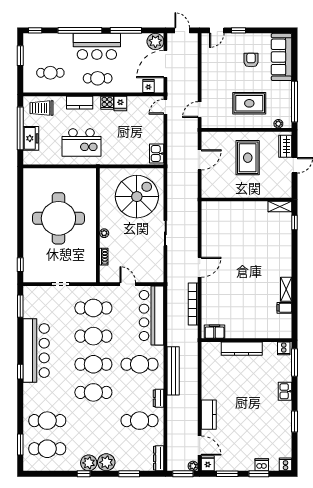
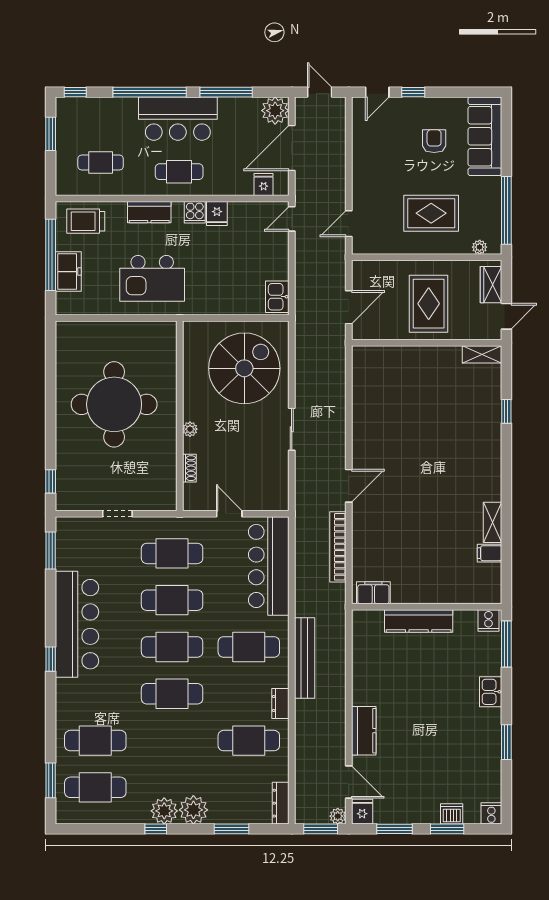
wall: (247, 200) -> (427, 343), moved
shelving: (280, 207) -> (482, 354), moved

